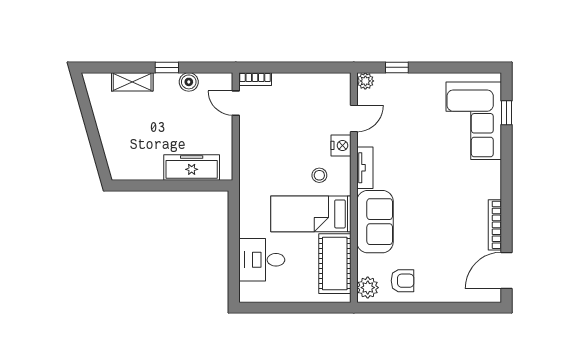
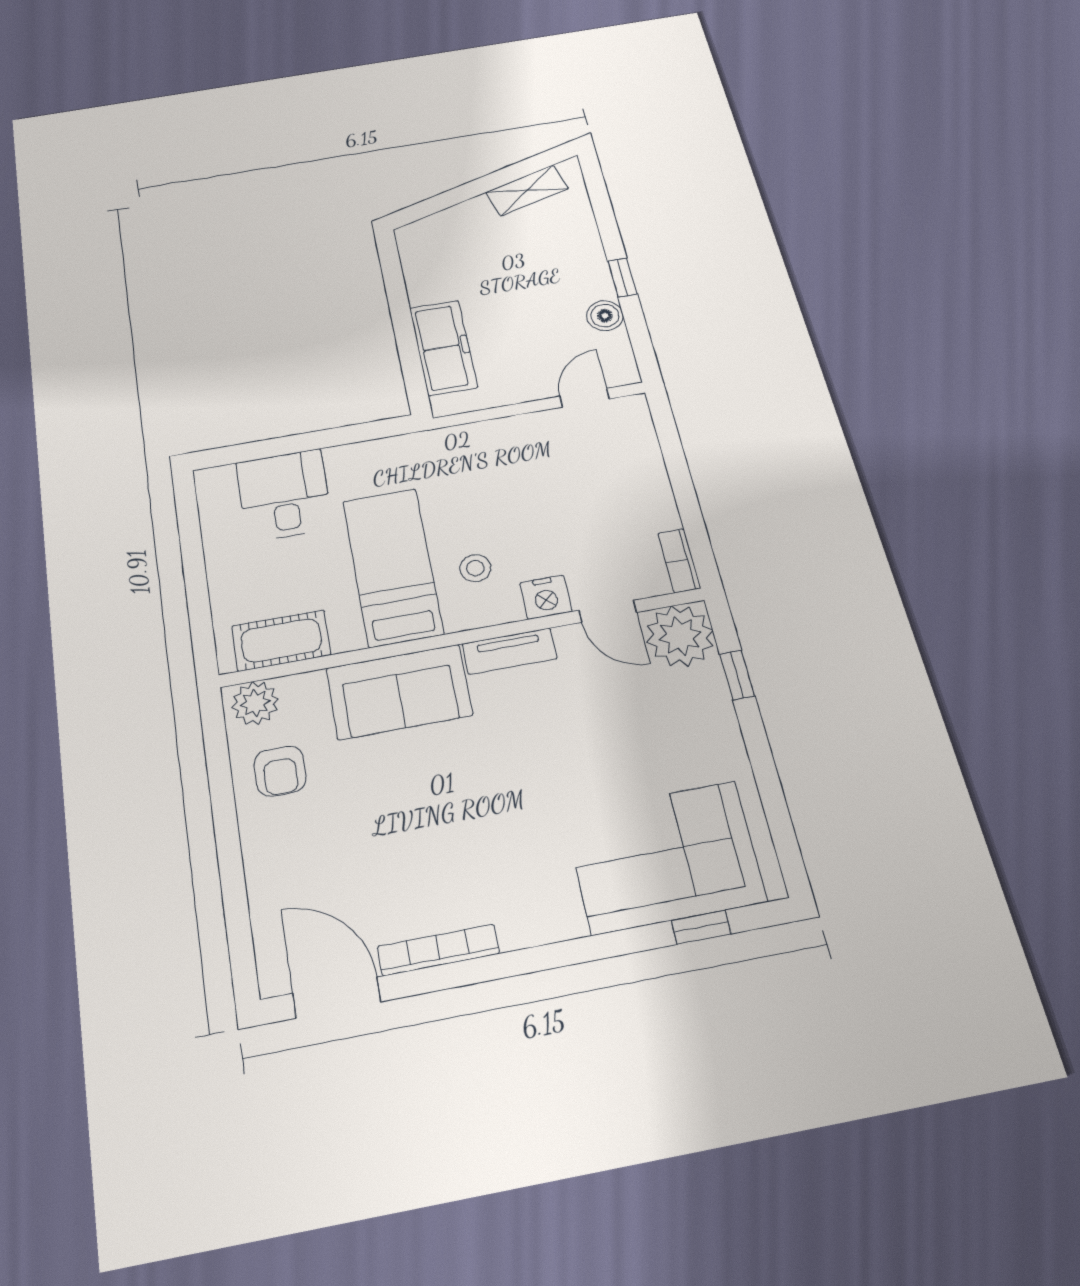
bookcase: (255, 79) -> (679, 561), moved
plant: (365, 81) -> (680, 636), width x1.88, depth x1.88
shelving: (132, 82) -> (527, 190), moved, turned 74
cot: (335, 264) -> (281, 640), width x0.73, depth x0.75

